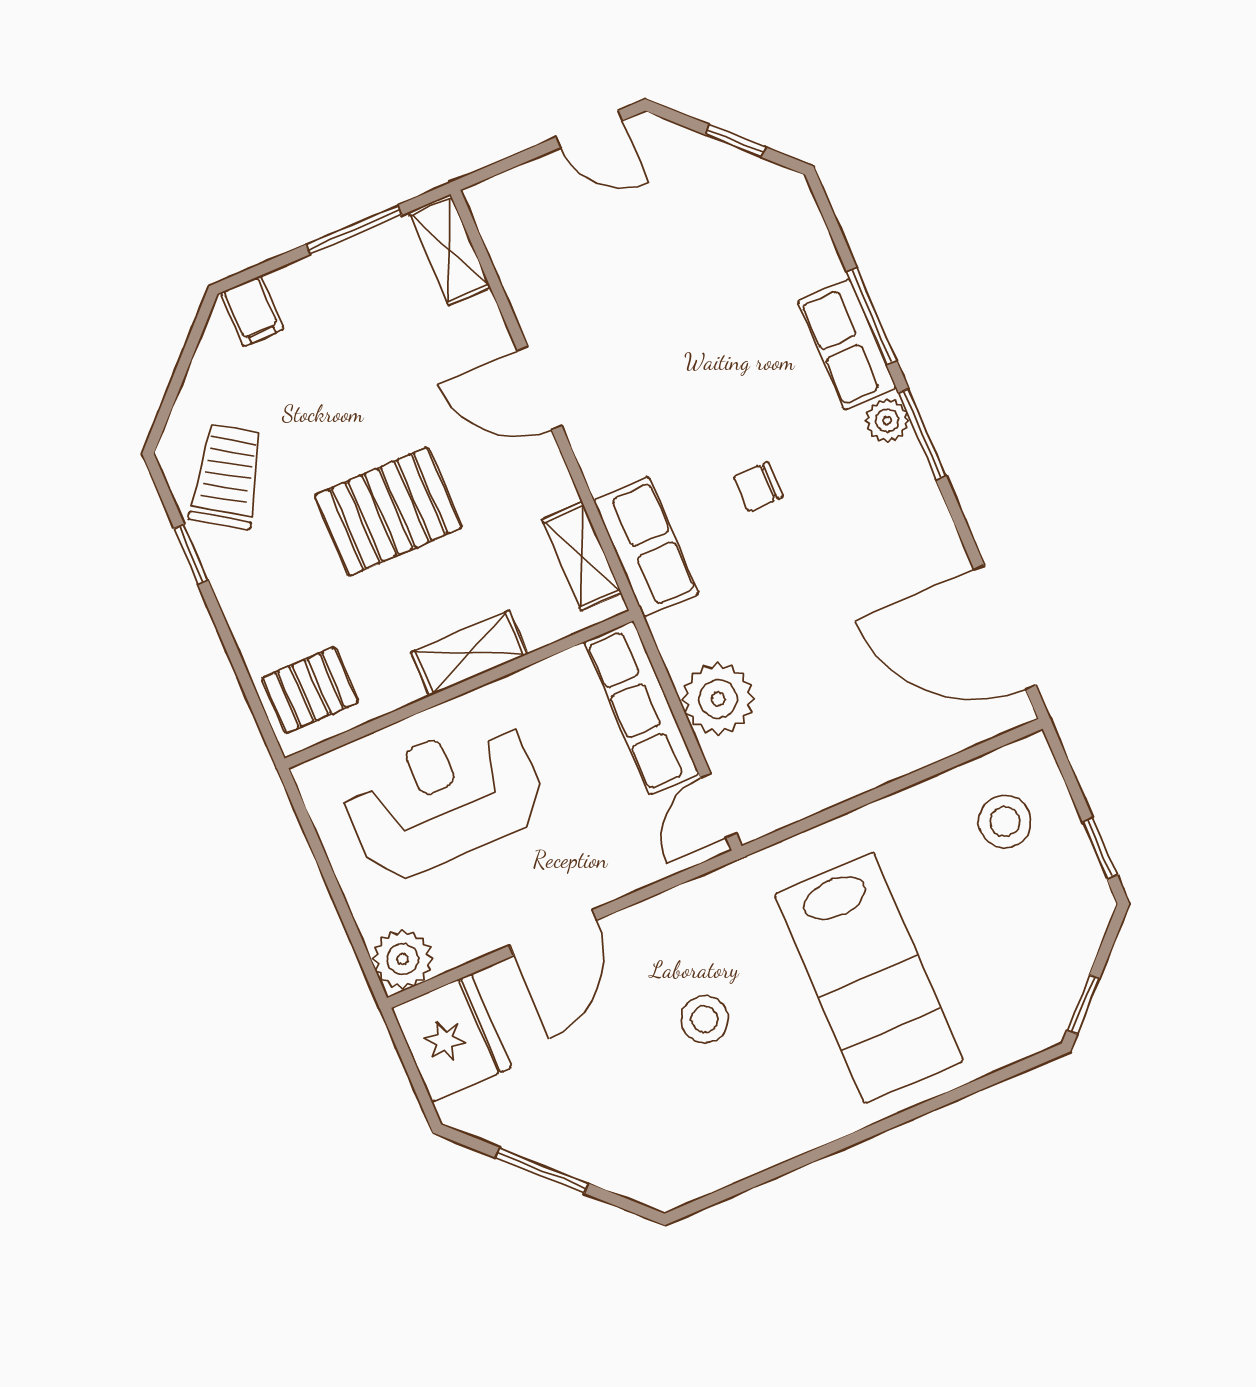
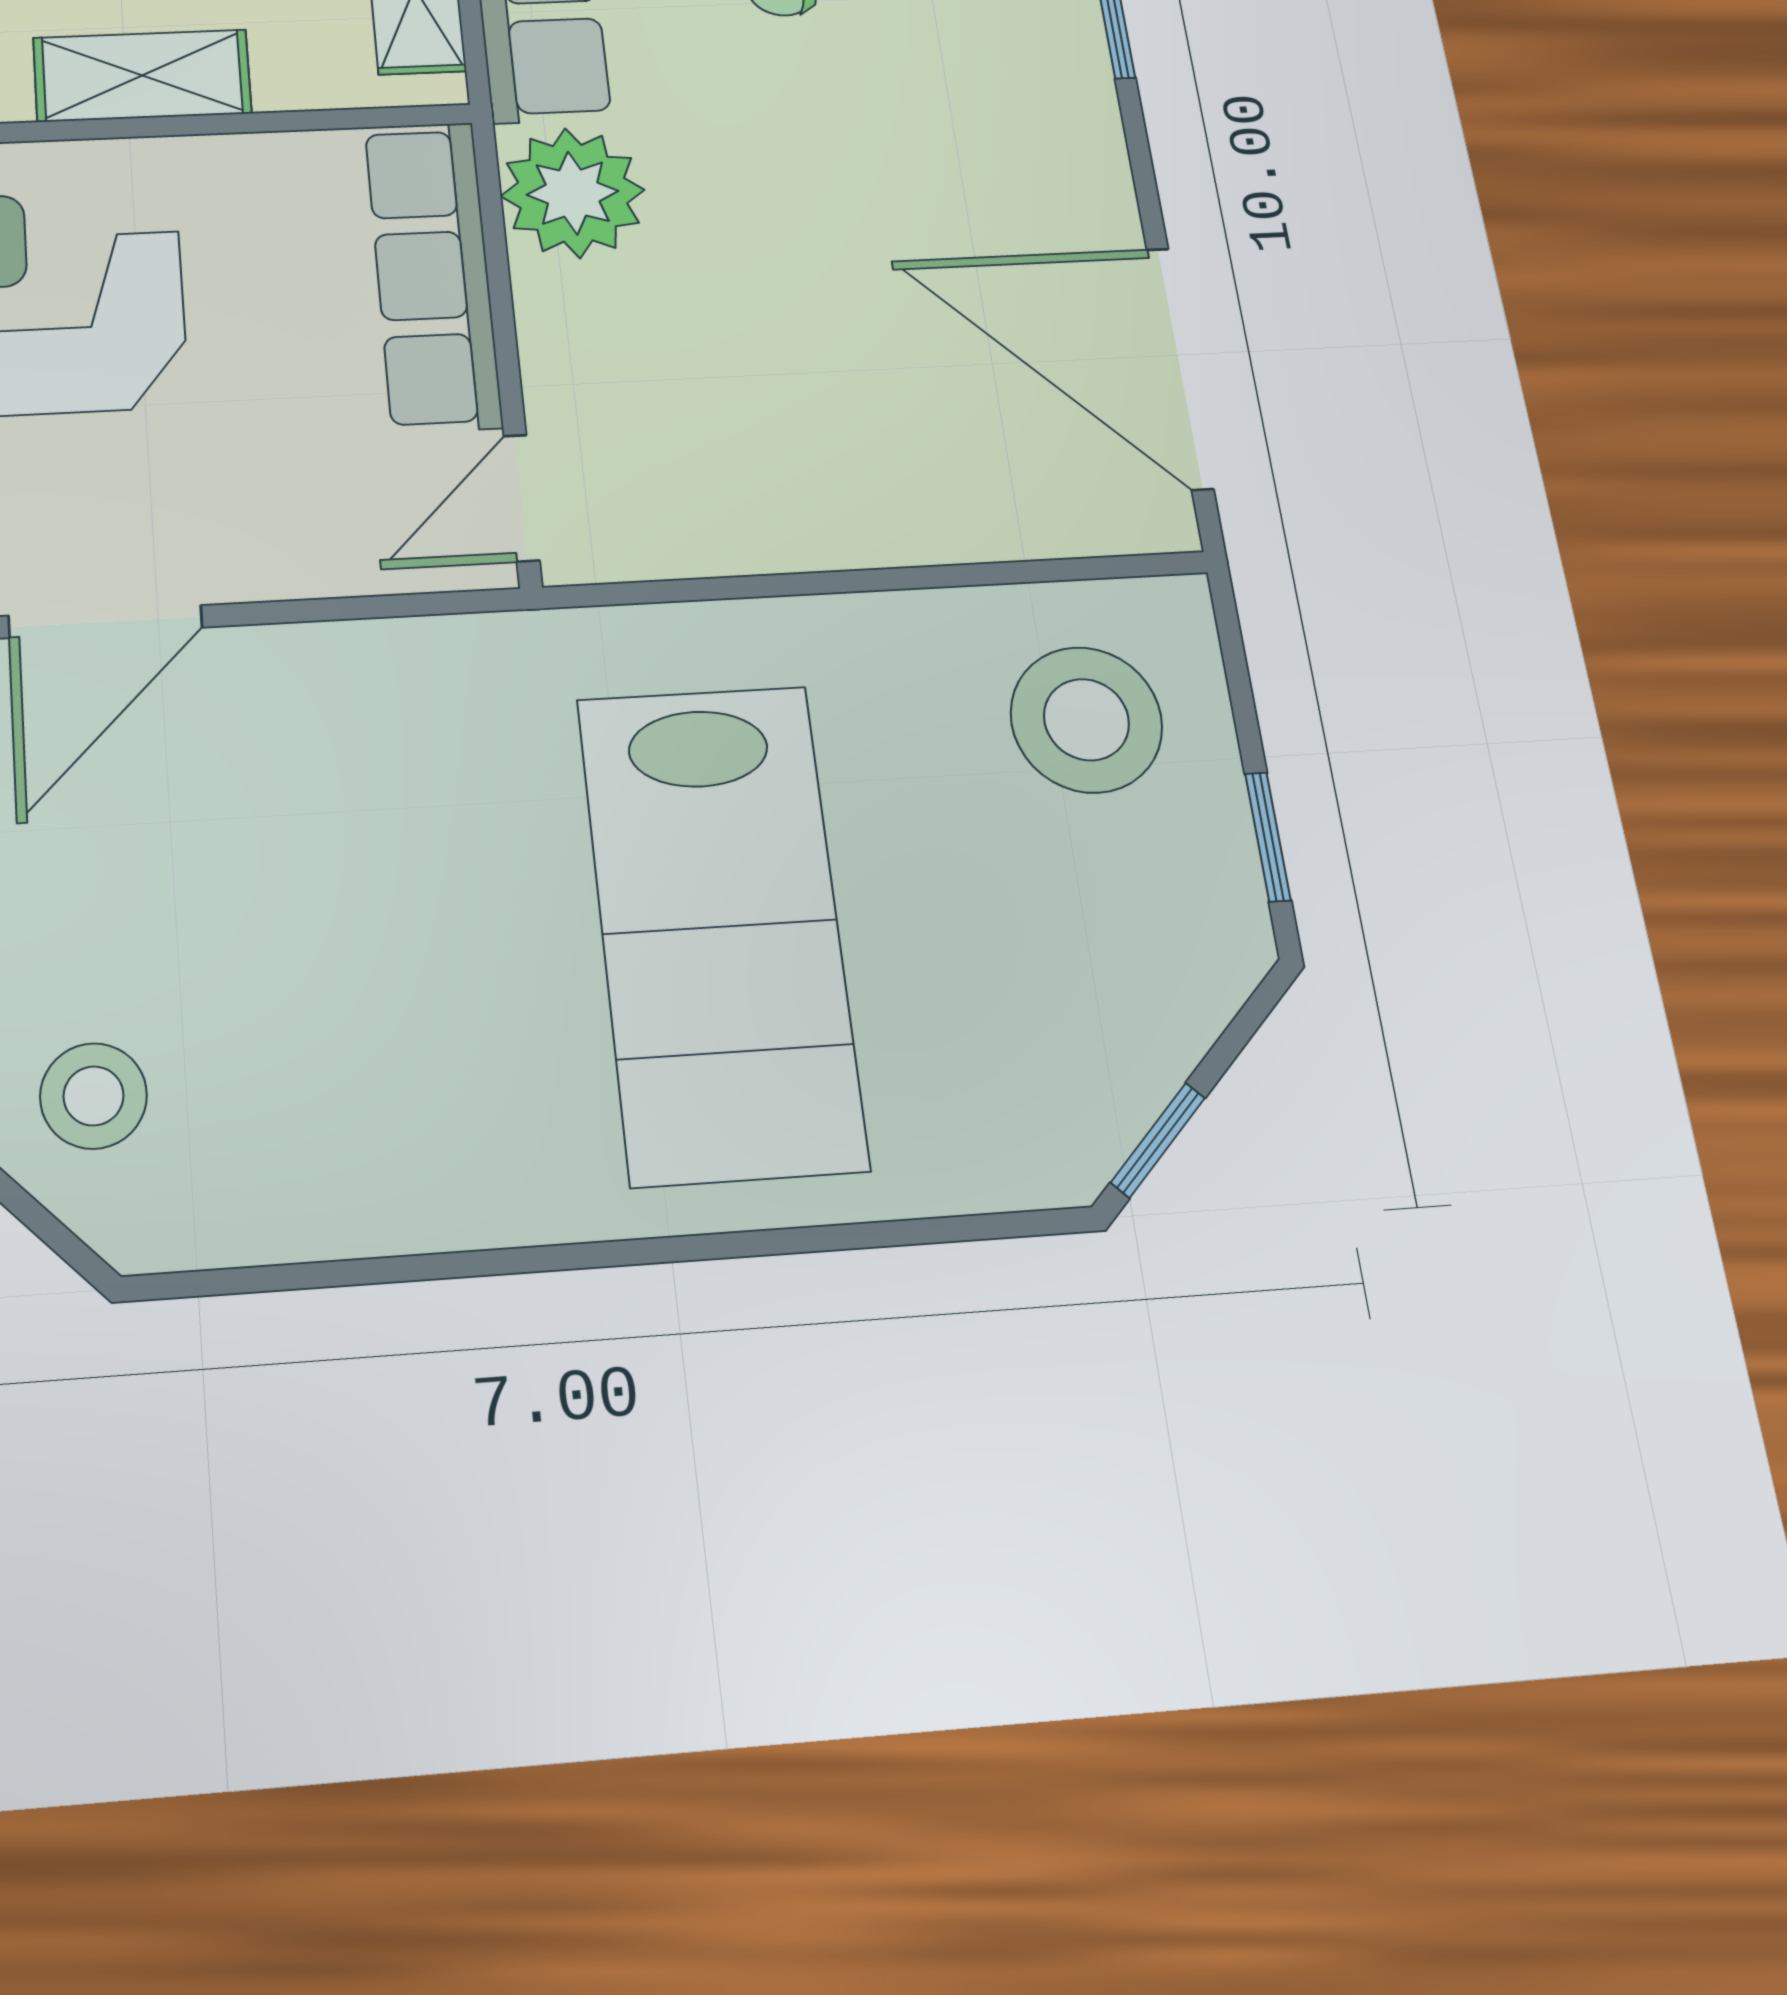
plant: (718, 699) -> (573, 193), moved
stool: (1005, 822) -> (1086, 720), width x1.38, depth x1.38
stool: (705, 1019) -> (94, 1096), moved

